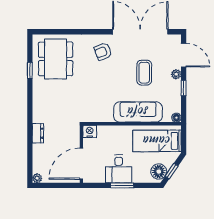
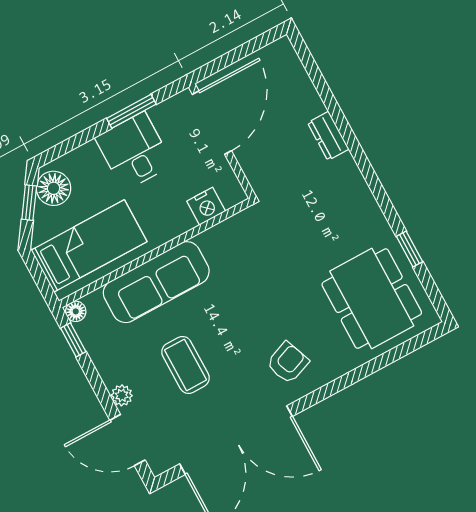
window: (184, 88) -> (73, 340), moved
nightstand: (90, 131) -> (206, 206), moved
plant: (37, 178) -> (283, 48), removed
window: (122, 185) -> (131, 111), moved

